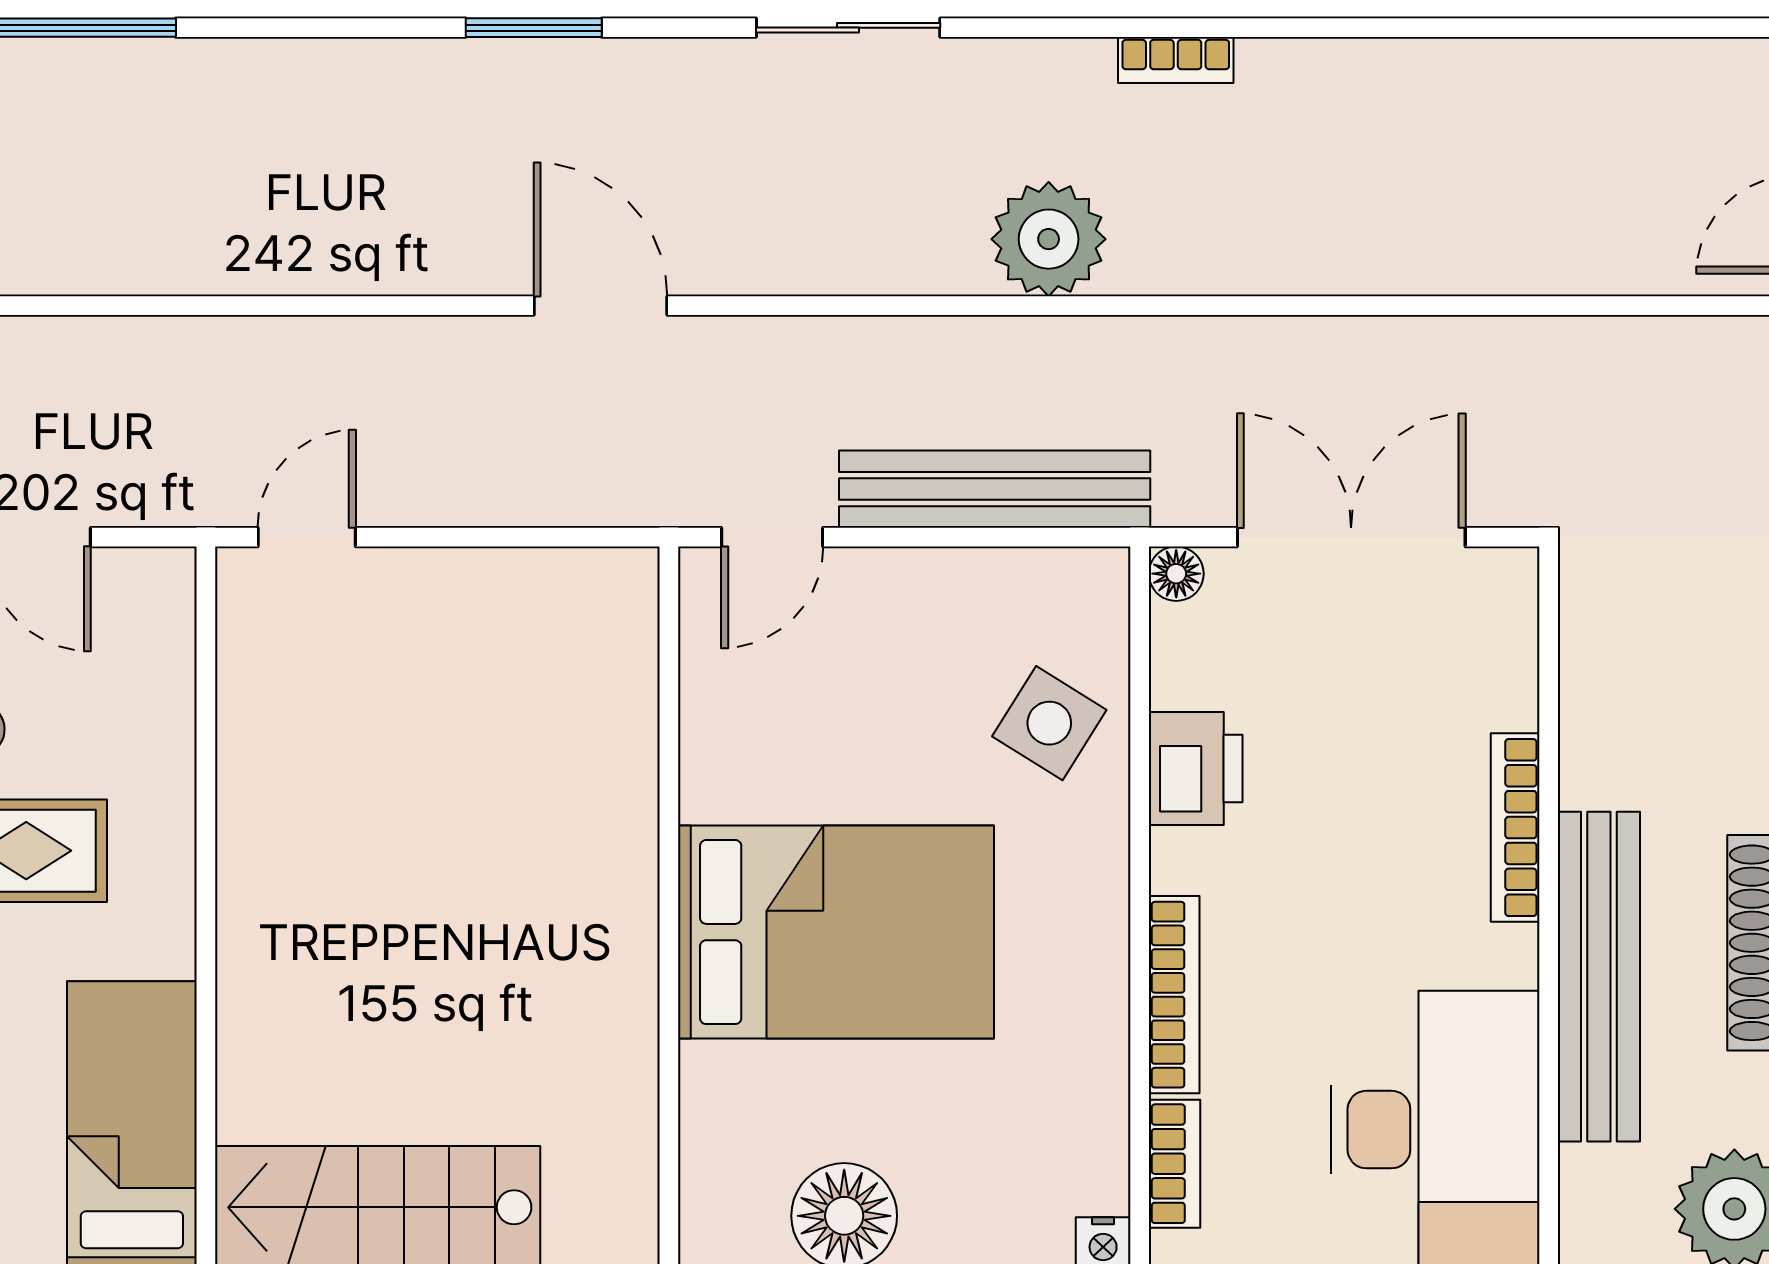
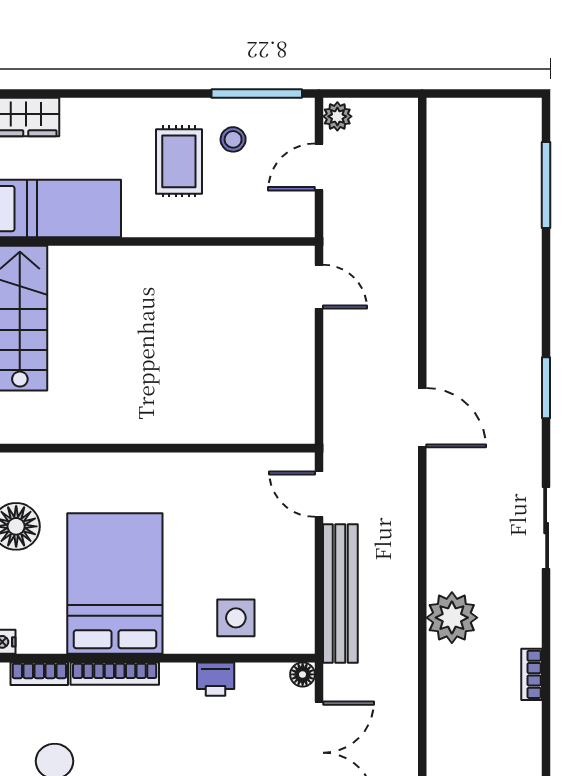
door: (600, 306) -> (422, 418), hinge flipped
side table: (1049, 723) -> (236, 618), turned -32
printer: (1196, 769) -> (216, 679), width x0.73, depth x0.81
bed: (836, 932) -> (115, 584), moved, turned 180

